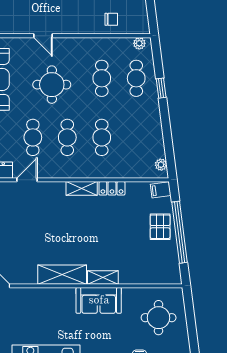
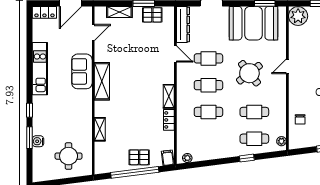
round table: (52, 85) -> (249, 73), turned -38
shelving: (103, 277) -> (100, 129), moved
sofa: (99, 300) -> (82, 71), moved

